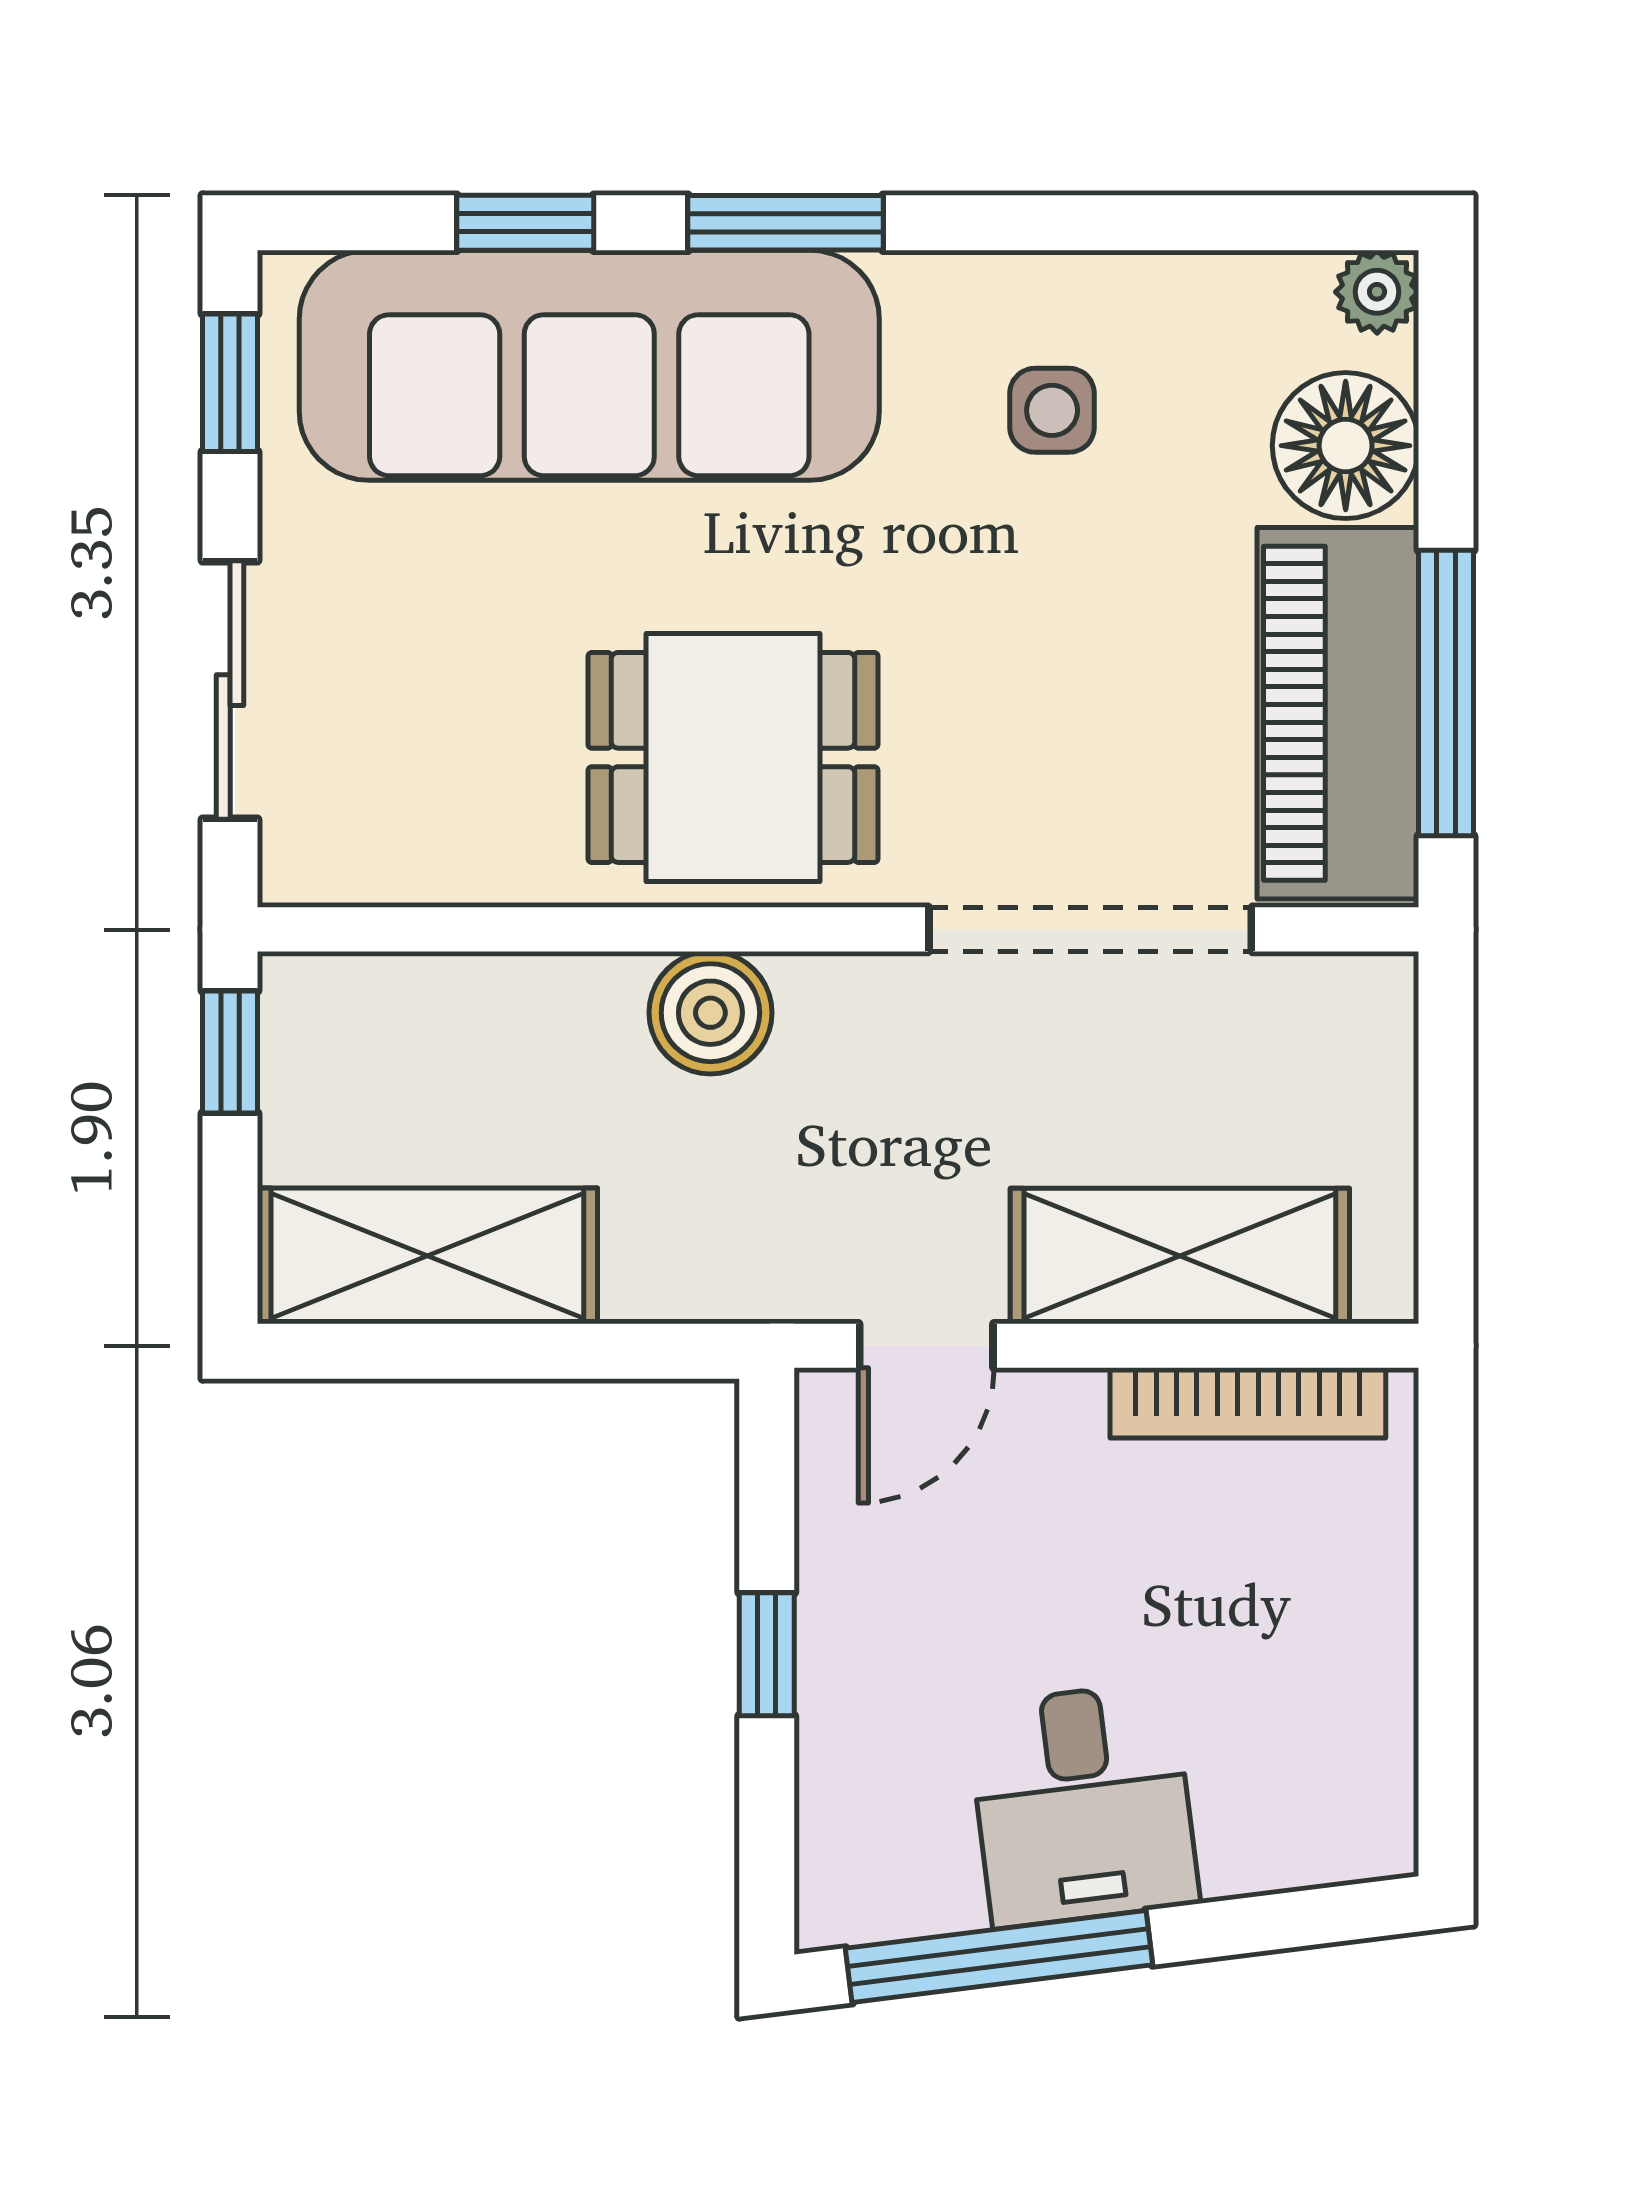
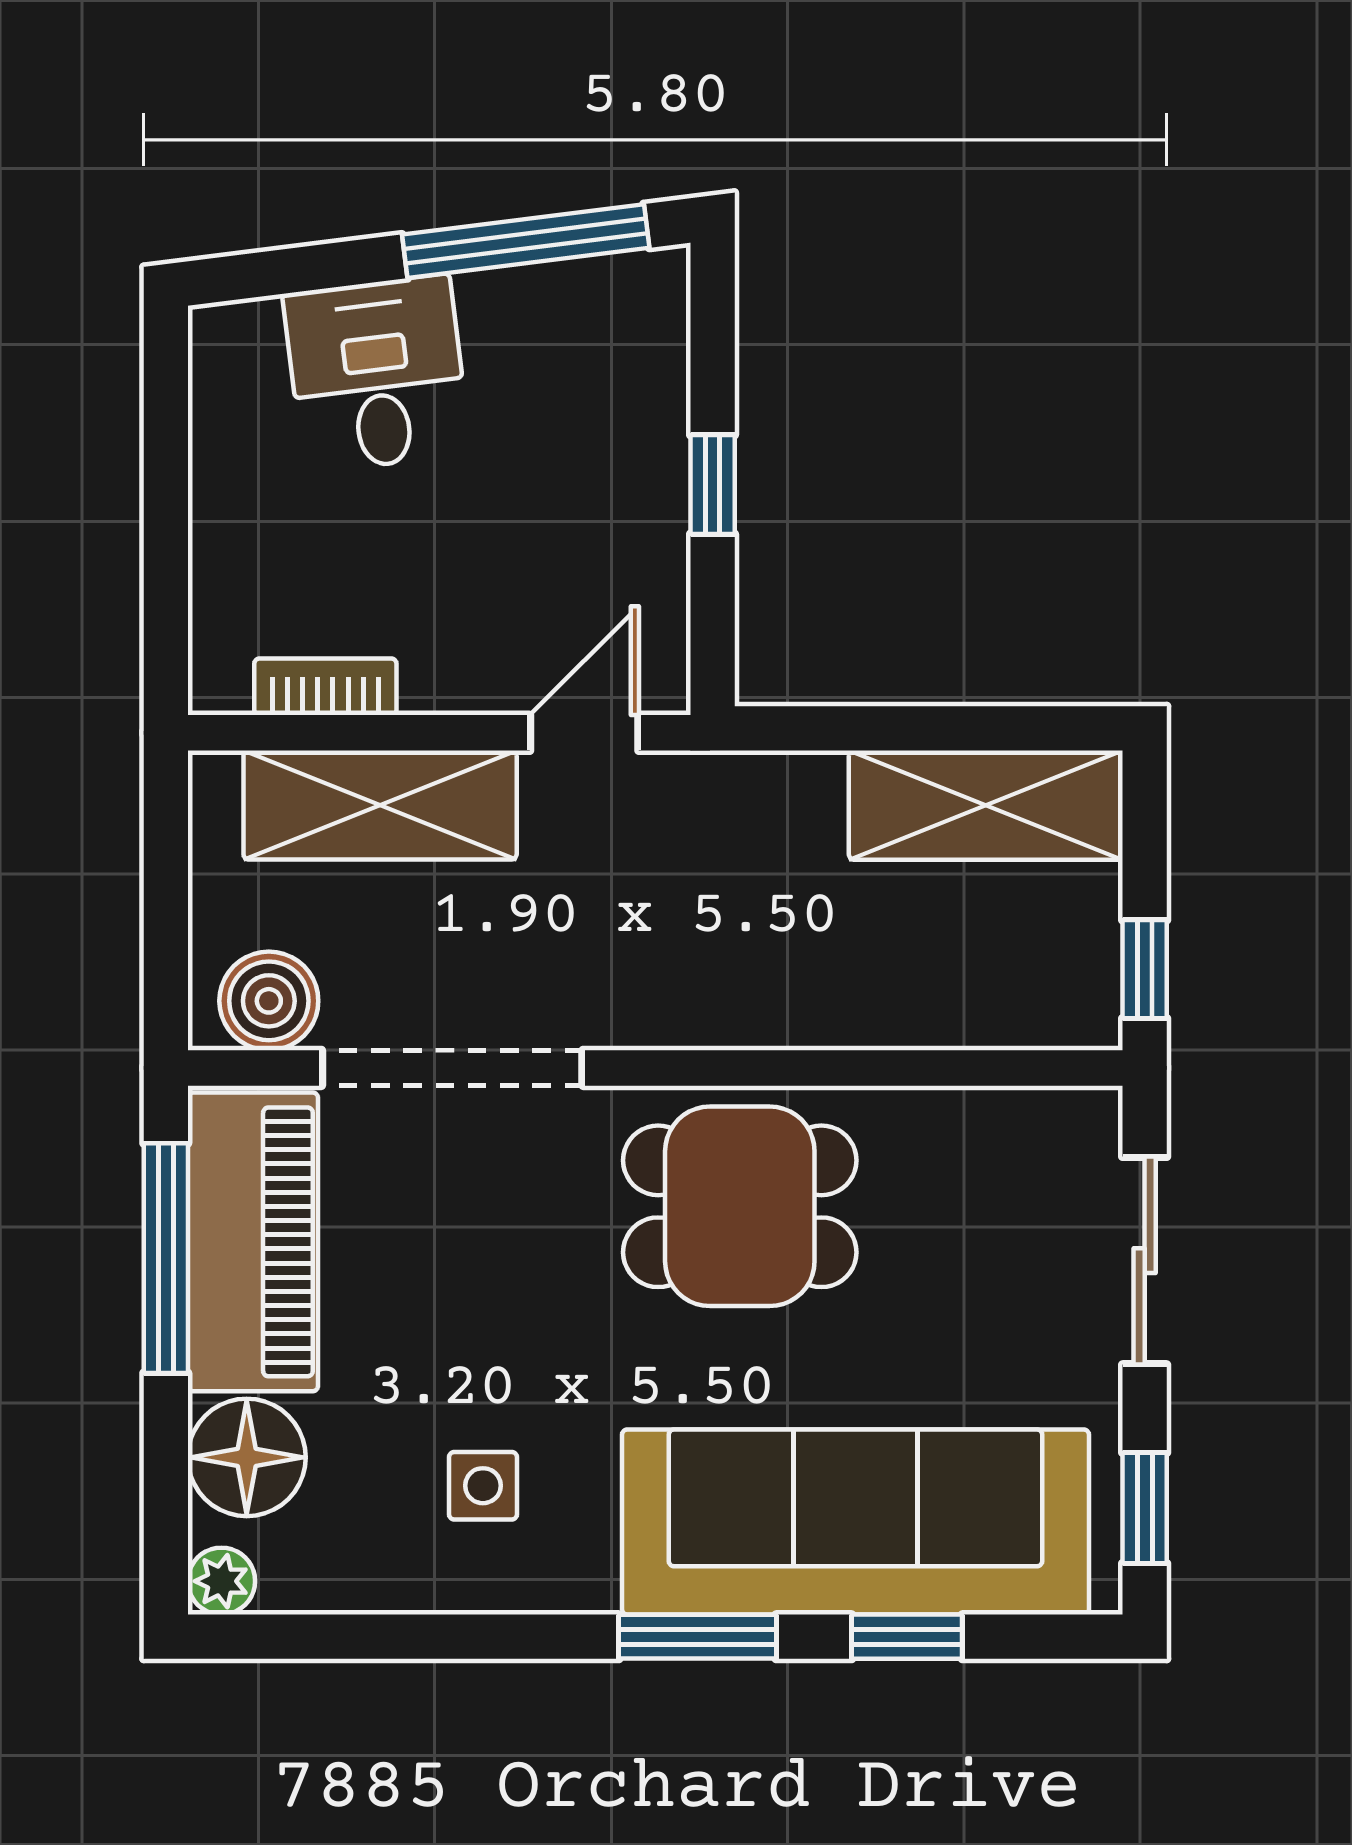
boiler: (710, 1013) -> (269, 1001), moved
bookcase: (1248, 1403) -> (325, 687), width x0.64
desk: (1083, 1805) -> (377, 374), moved

